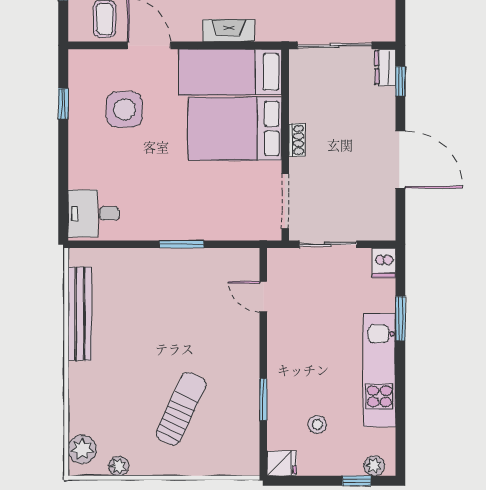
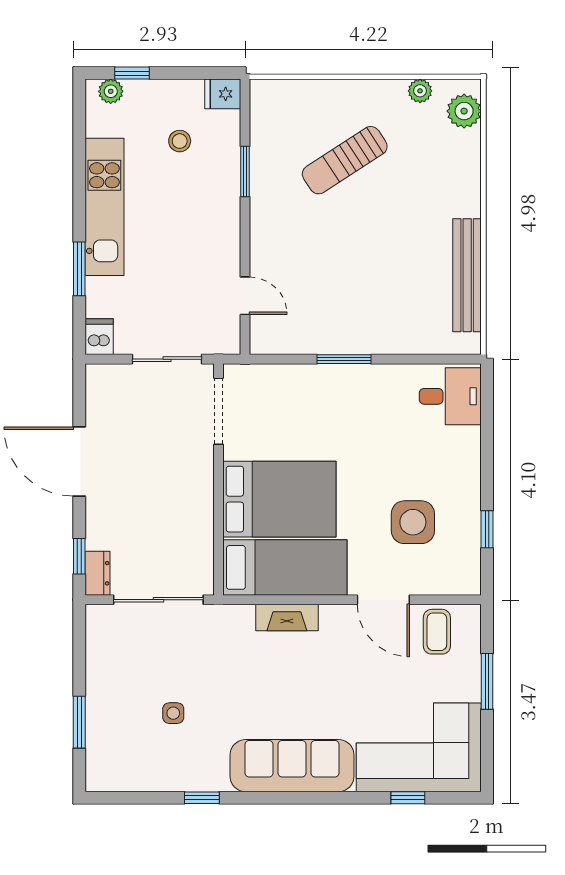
shoe rack: (297, 140) -> (205, 485), removed
sun lounger: (181, 409) -> (345, 160), turned 32

